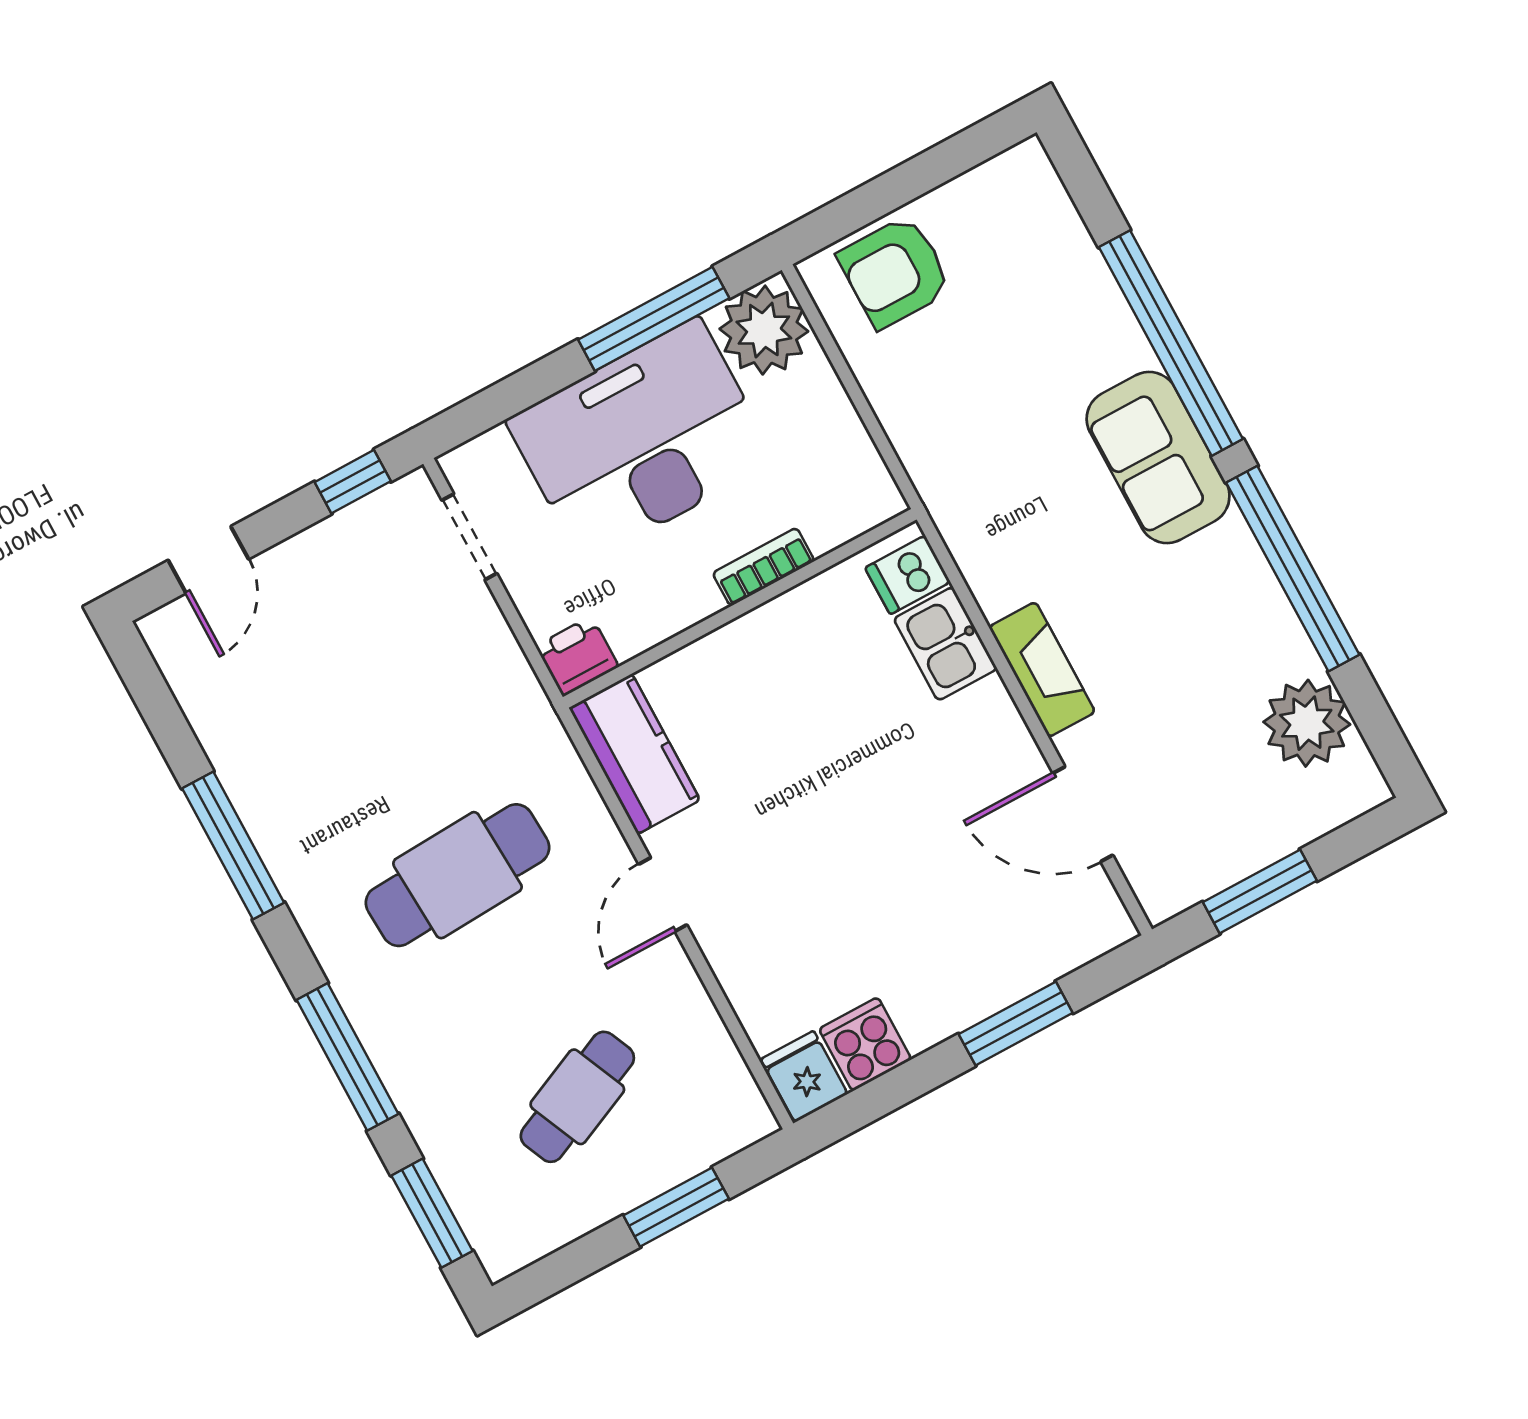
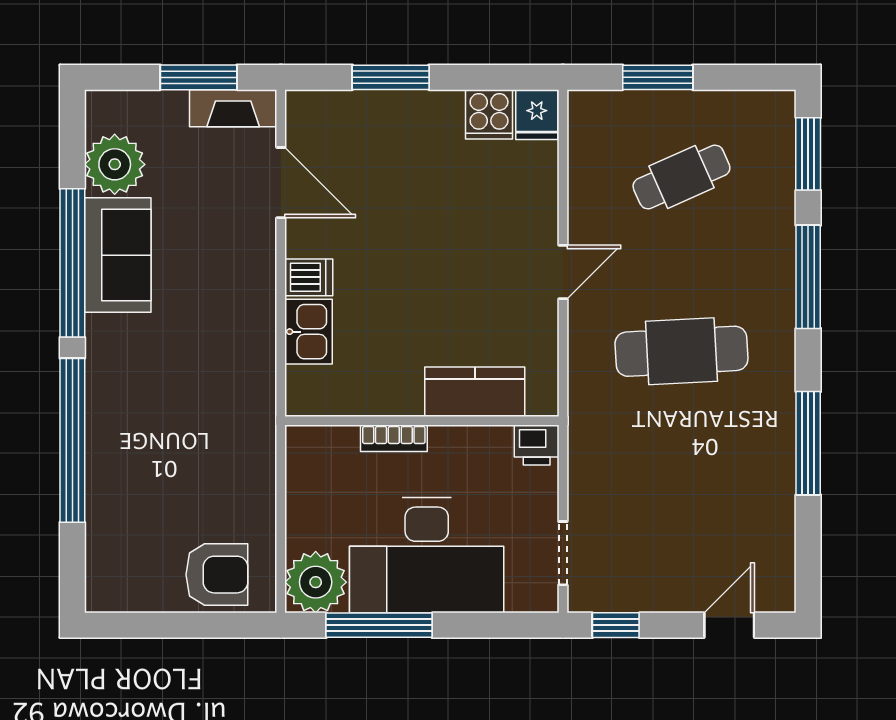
sofa: (1158, 457) -> (118, 255), moved
dishwasher: (908, 575) -> (309, 277), moved
fireplace: (1042, 669) -> (233, 108), moved, turned -90
kitchen counter: (635, 754) -> (475, 392), moved, turned 90

